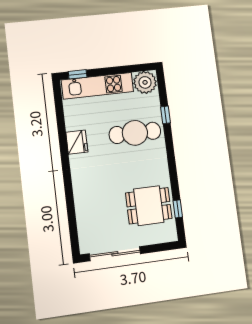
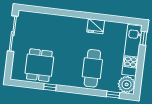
window: (165, 115) -> (113, 95), moved
window: (178, 209) -> (50, 87), moved

